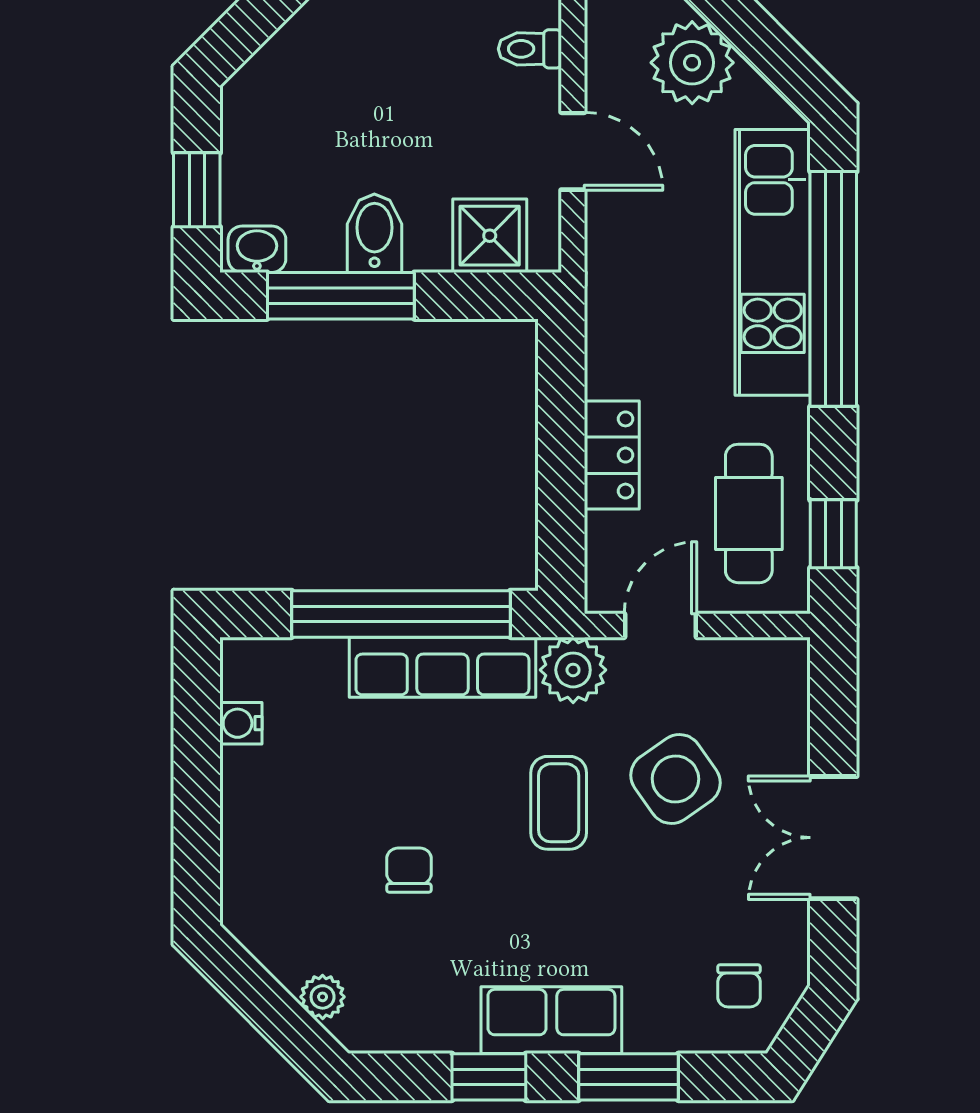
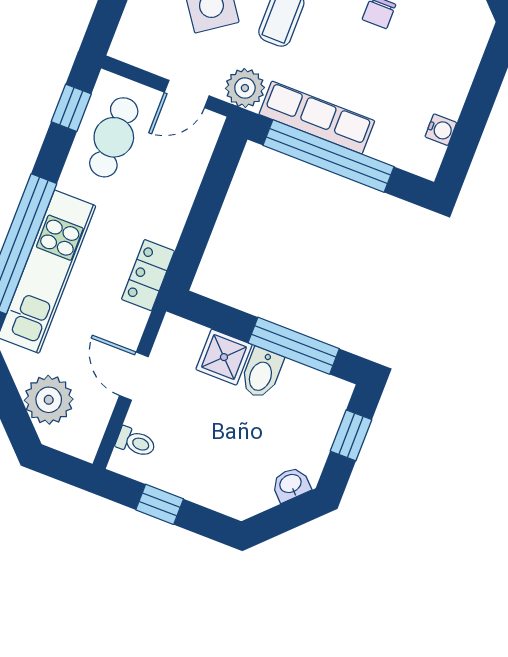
shower: (490, 236) -> (224, 357), moved
washbasin: (257, 249) -> (291, 484), moved, turned 135
locker: (612, 455) -> (148, 275), moved

